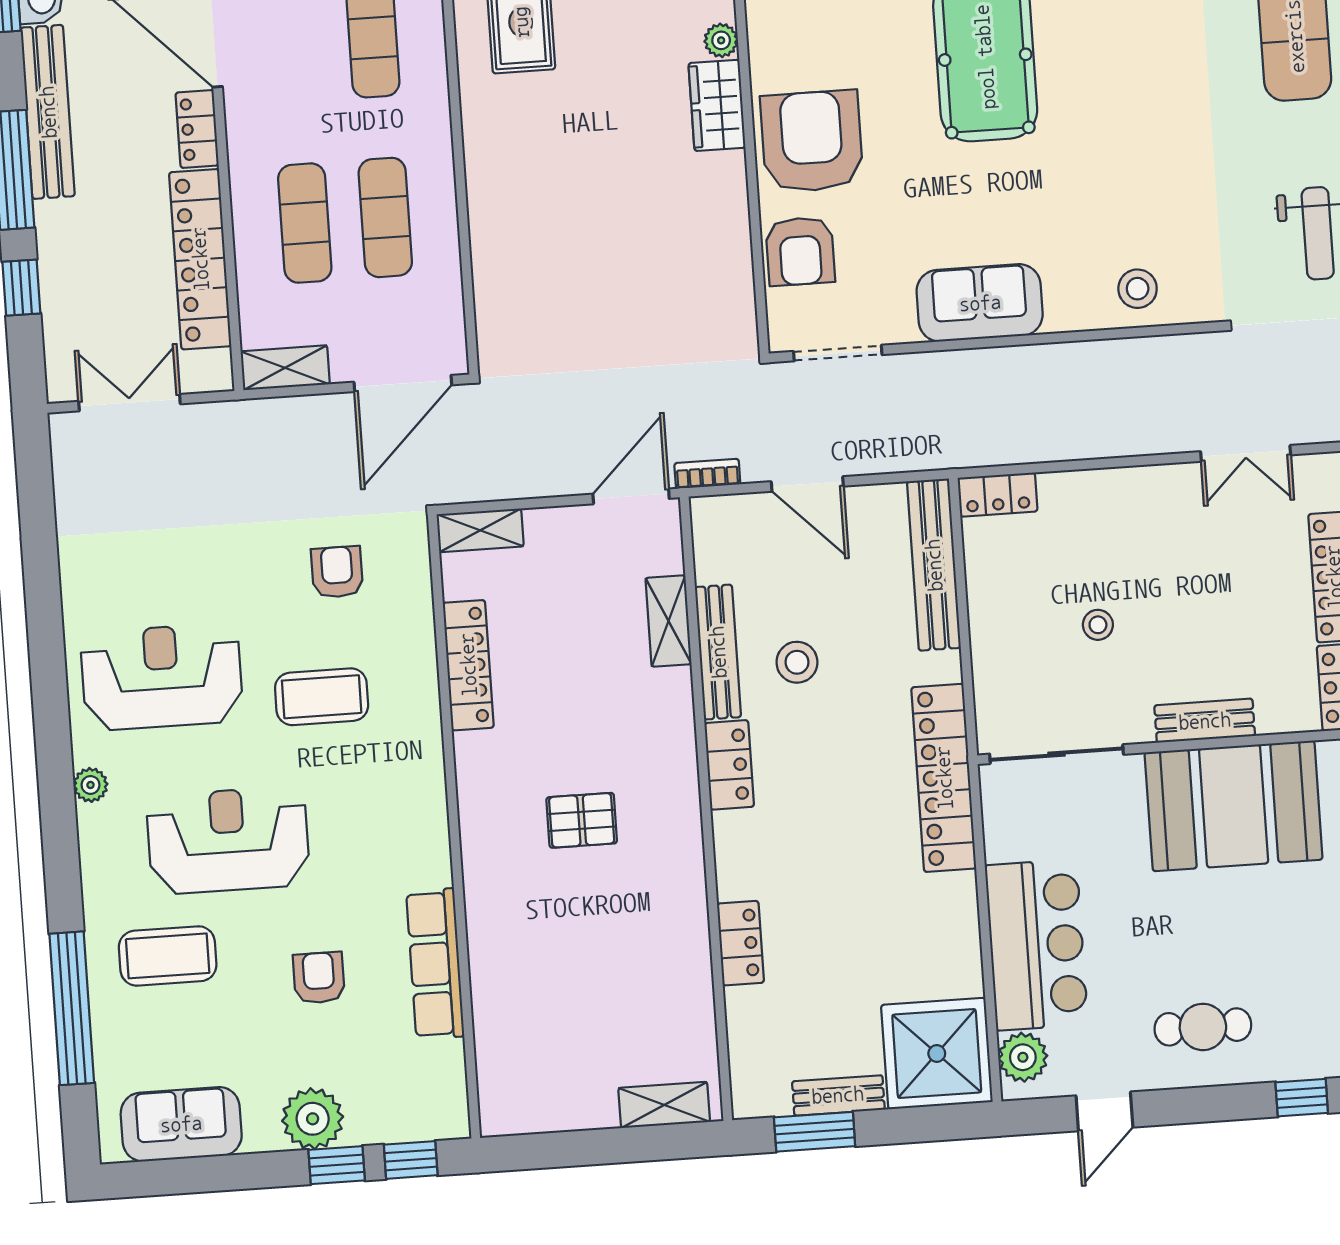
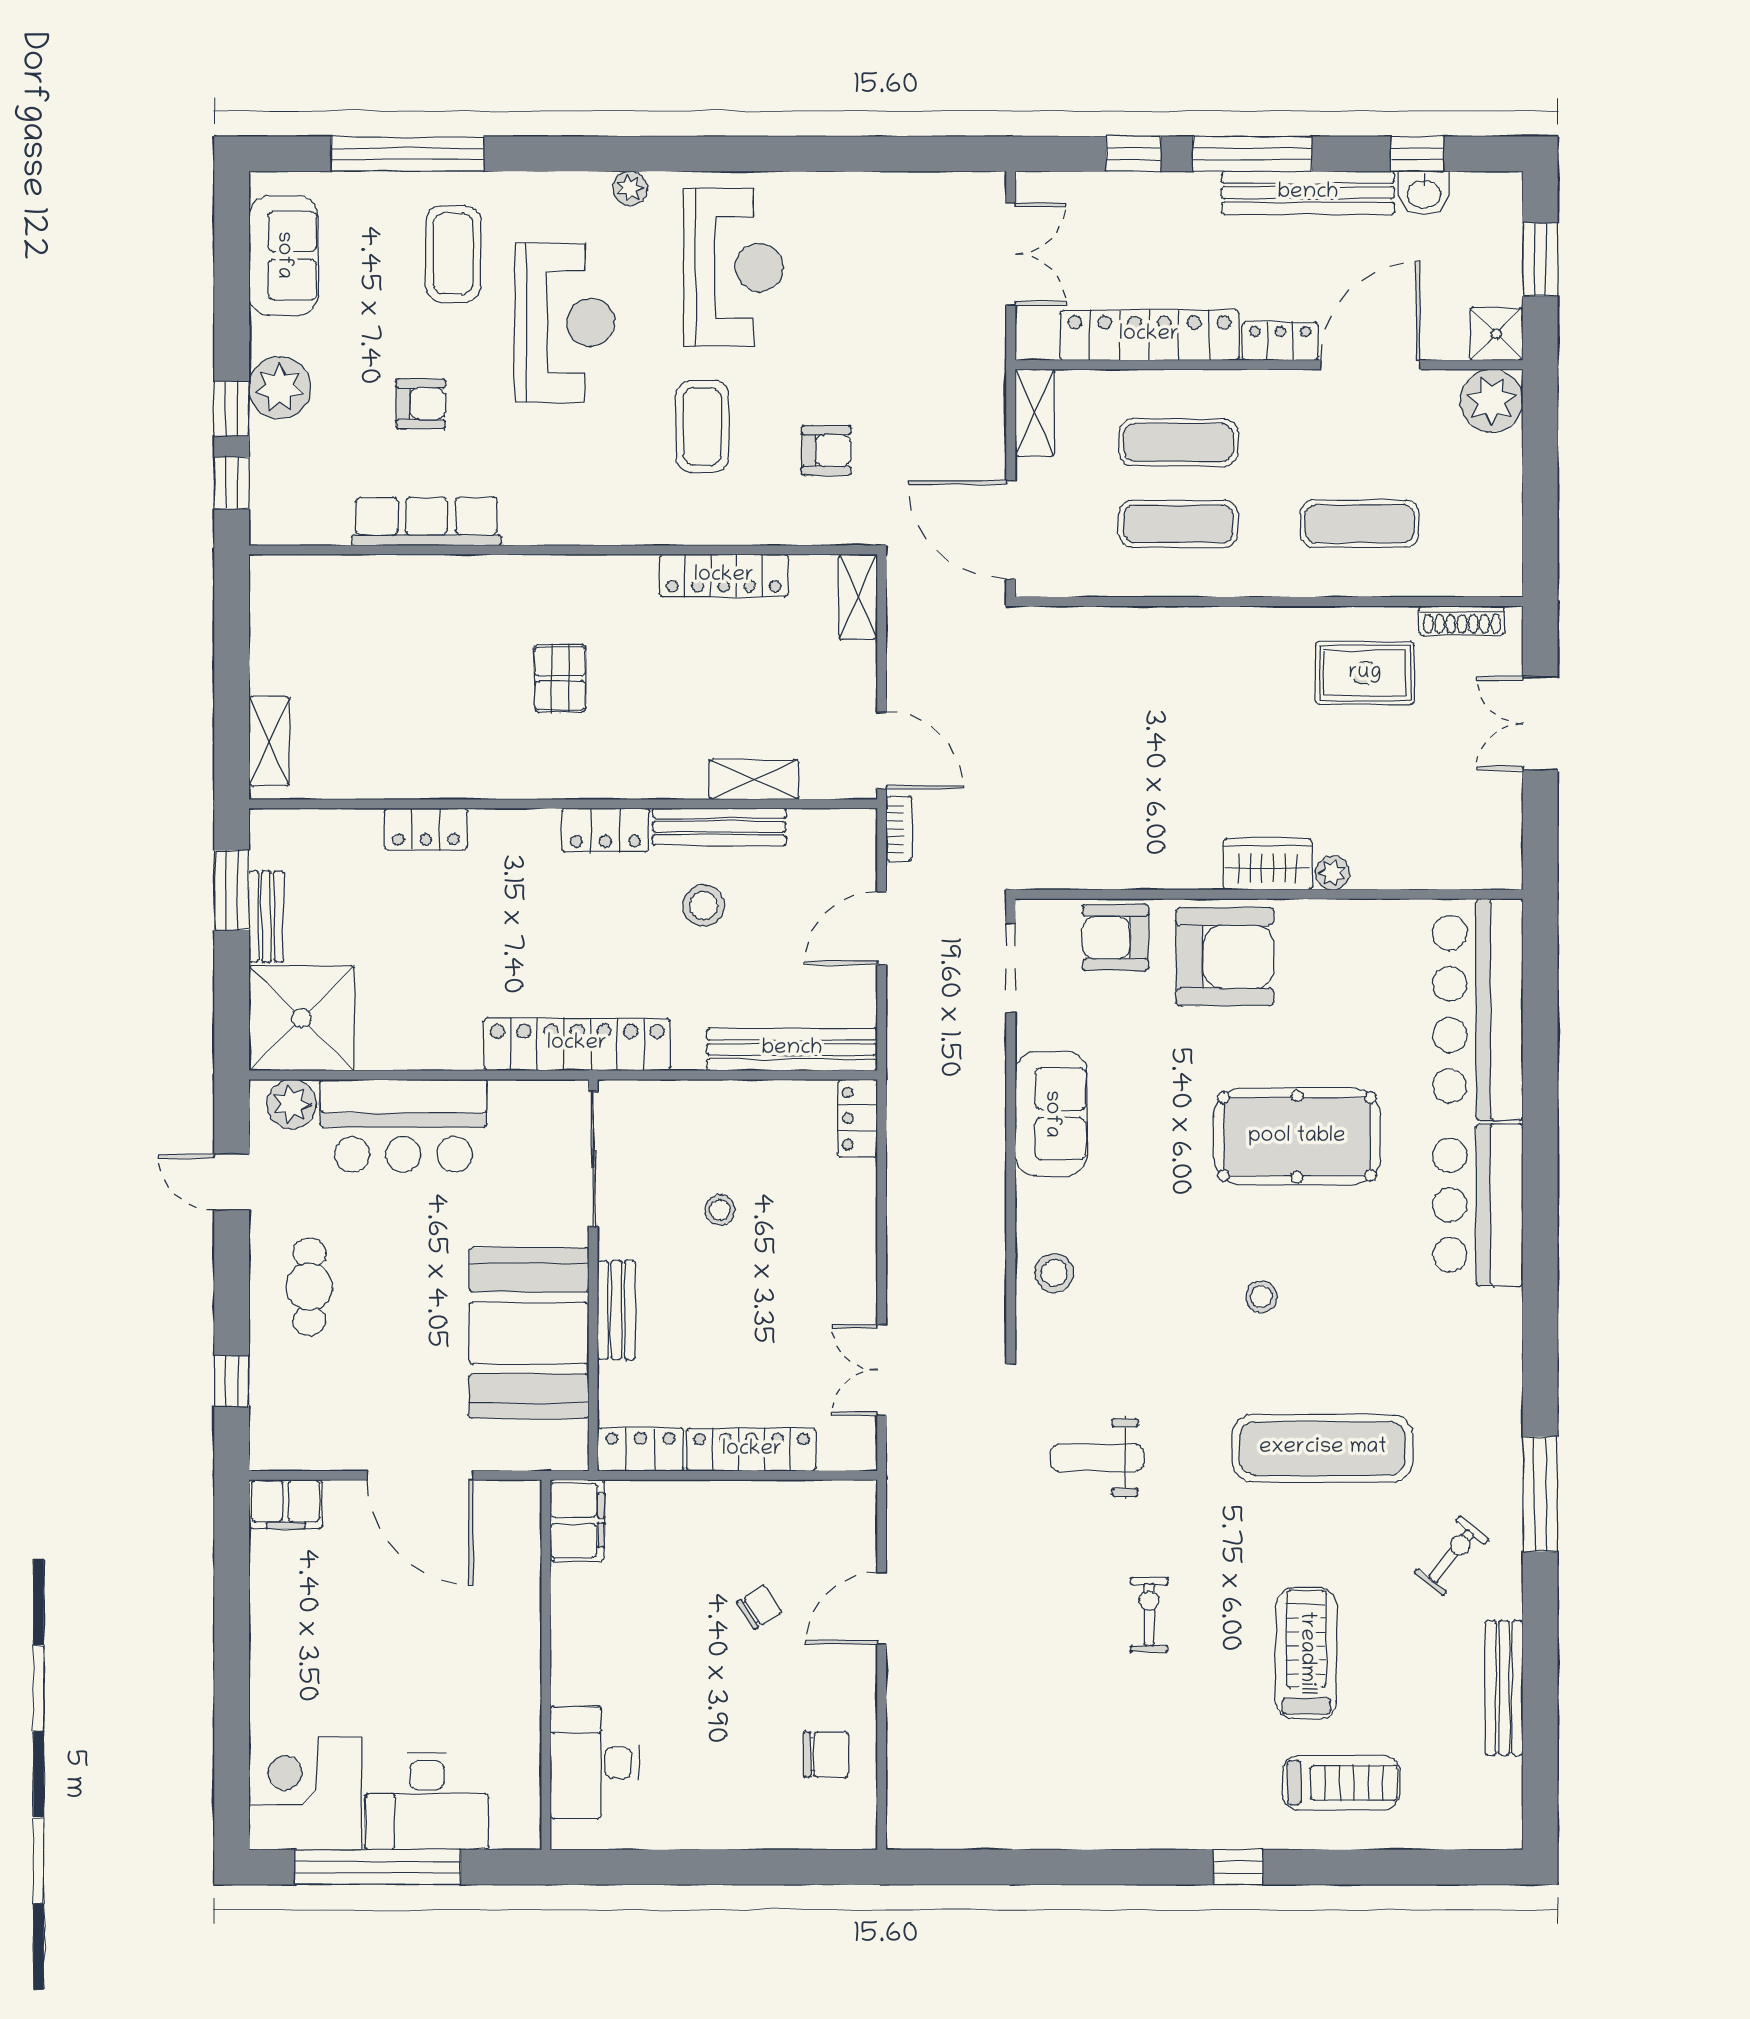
stool: (1147, 82) -> (1261, 1297), added

